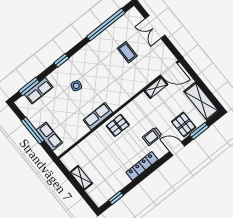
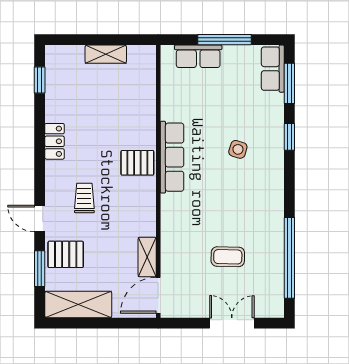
window: (61, 60) -> (289, 137), moved
row of seats: (39, 91) -> (273, 69), moved
row of seats: (98, 116) -> (172, 157), width x1.48
pallet: (118, 125) -> (137, 163), turned 90
door: (177, 149) -> (40, 219), swing flipped
locker: (142, 166) -> (55, 141), width x0.66

